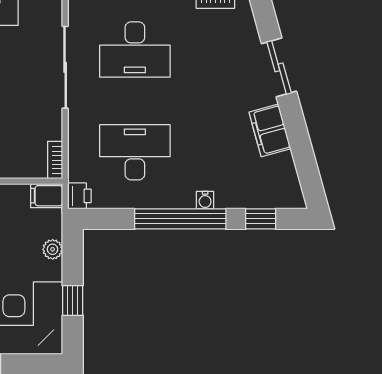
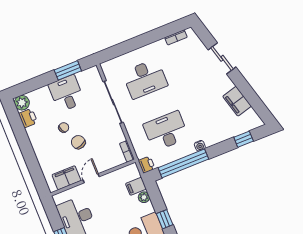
filing cabinet: (270, 130) -> (237, 101), moved
filing cabinet: (47, 196) -> (136, 186), moved
water cooler: (205, 200) -> (200, 146), moved
window: (180, 219) -> (183, 163), moved

